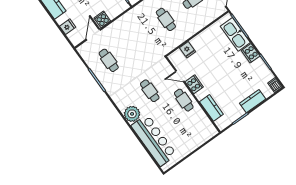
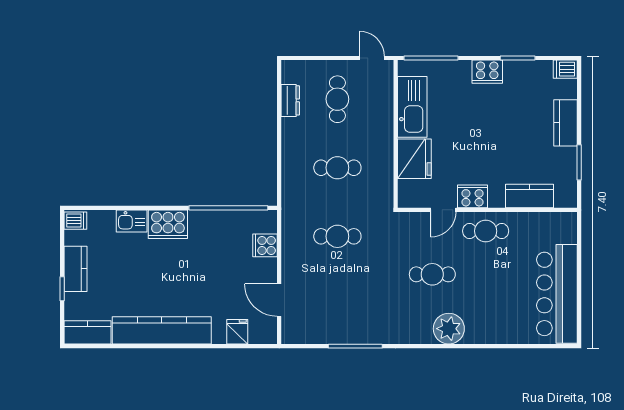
cooker: (102, 19) -> (265, 245), moved
kitchen sink: (235, 34) -> (412, 107), moved, turned -90
fridge: (187, 50) -> (414, 159), width x1.88, depth x1.34
cafe table: (109, 60) -> (337, 236), moved
bar counter: (154, 140) -> (557, 294), moved, turned -90

